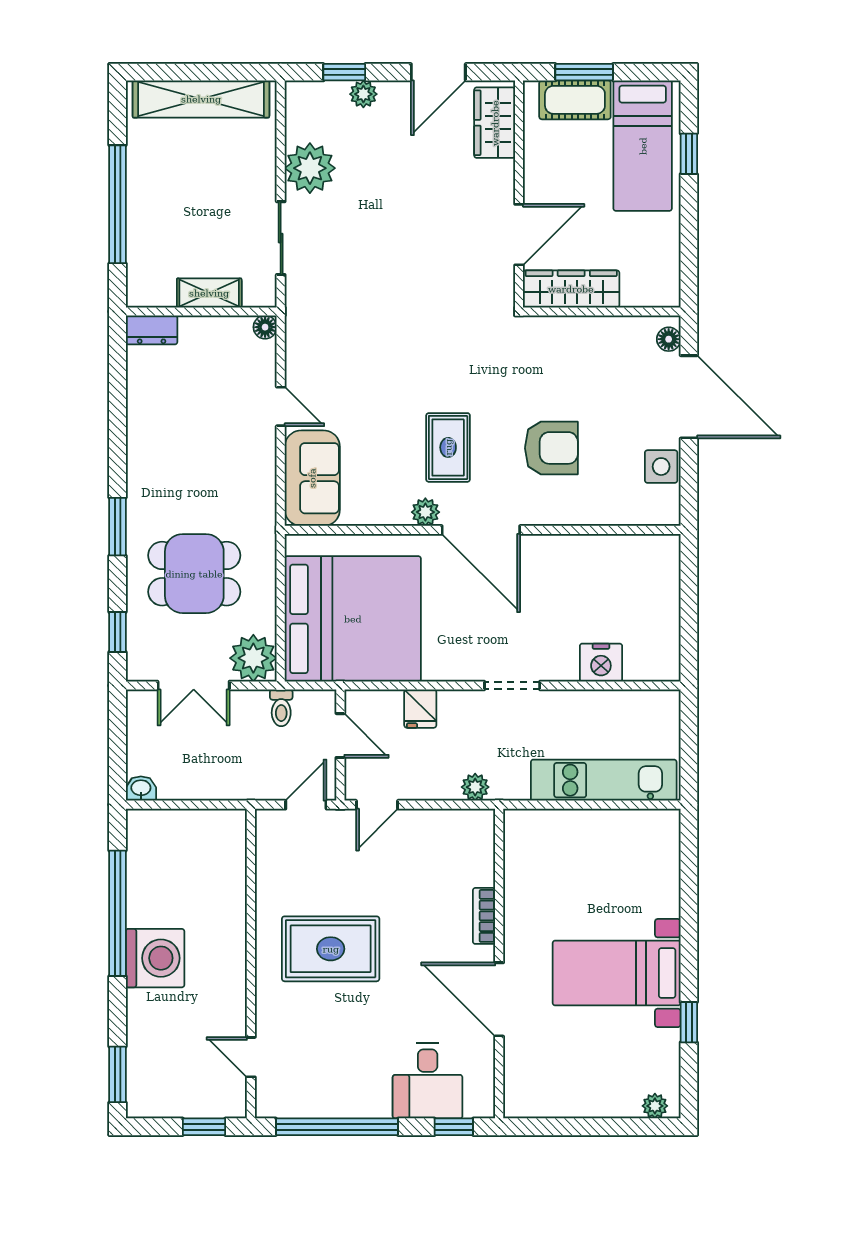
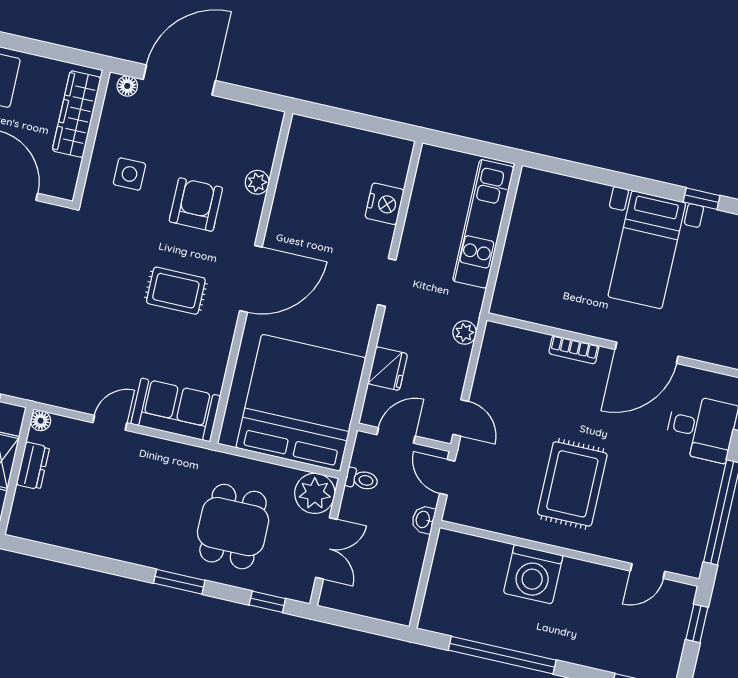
wardrobe: (571, 289) -> (77, 114), moved
dresser: (152, 330) -> (33, 466), moved
side table: (661, 467) -> (129, 174), moved
plant: (425, 512) -> (257, 182), moved
fridge: (420, 709) -> (388, 369), width x1.38
washbasin: (141, 788) -> (423, 520), moved
washing machine: (155, 958) -> (533, 574), moved, turned 180

